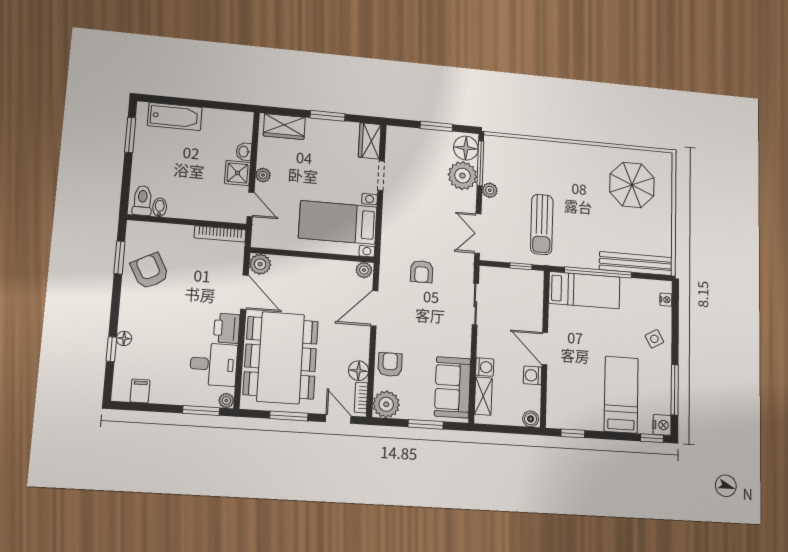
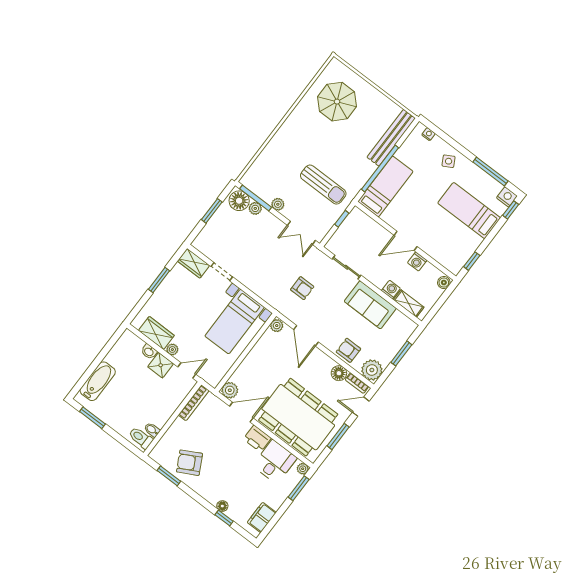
wardrobe: (284, 127) -> (156, 333), moved, turned -90
plant: (463, 176) -> (255, 208), width x0.53, depth x0.53
sofa: (453, 387) -> (370, 305), moved
filing cabinet: (140, 391) -> (262, 517), width x2.00

